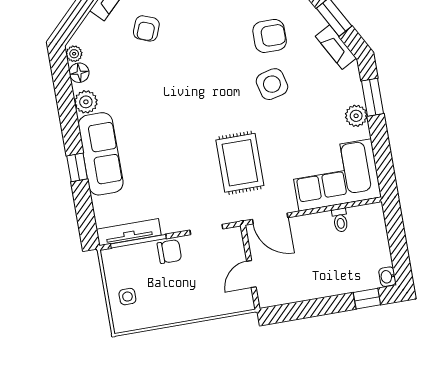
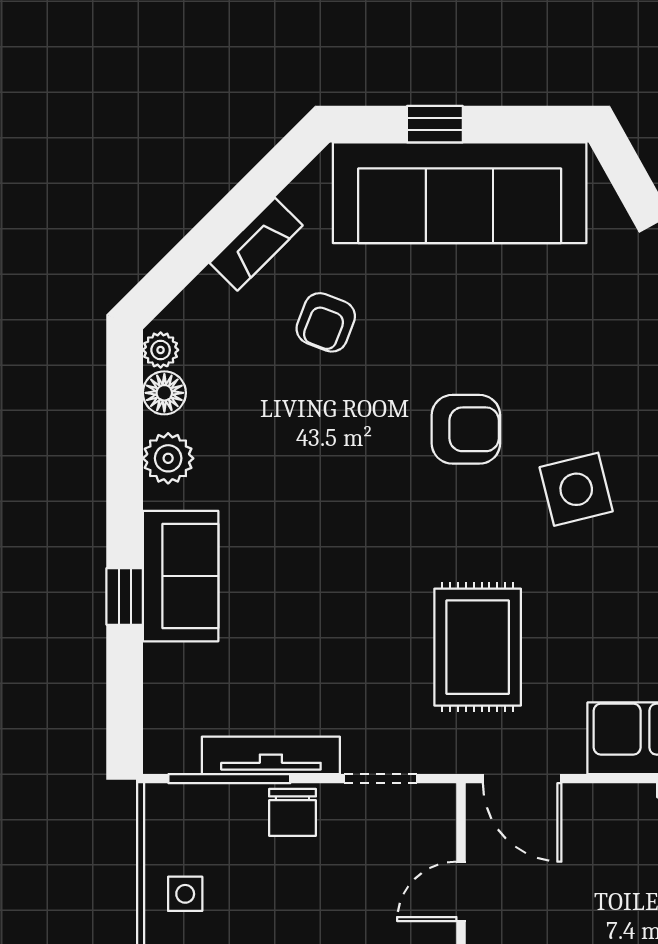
armchair: (270, 36) -> (466, 429), moved
sofa: (101, 154) -> (181, 576), width x0.73
tv unit: (129, 232) -> (271, 755), moved
chair: (169, 252) -> (292, 812), turned 90

